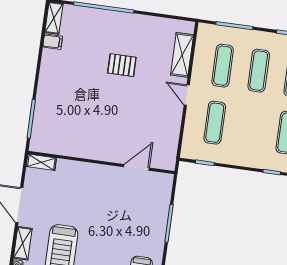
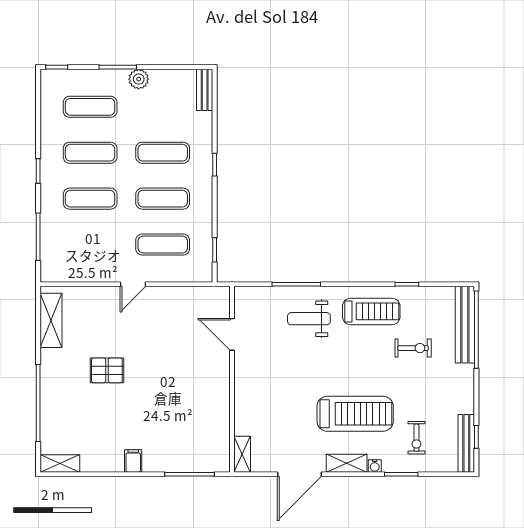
filing cabinet: (53, 42) -> (133, 461), moved
shelving: (182, 55) -> (51, 320), moved, turned 90
pallet: (122, 65) -> (107, 370), turned 90
exercise mat: (223, 66) -> (163, 199), moved
weight bench: (140, 229) -> (309, 319), added

